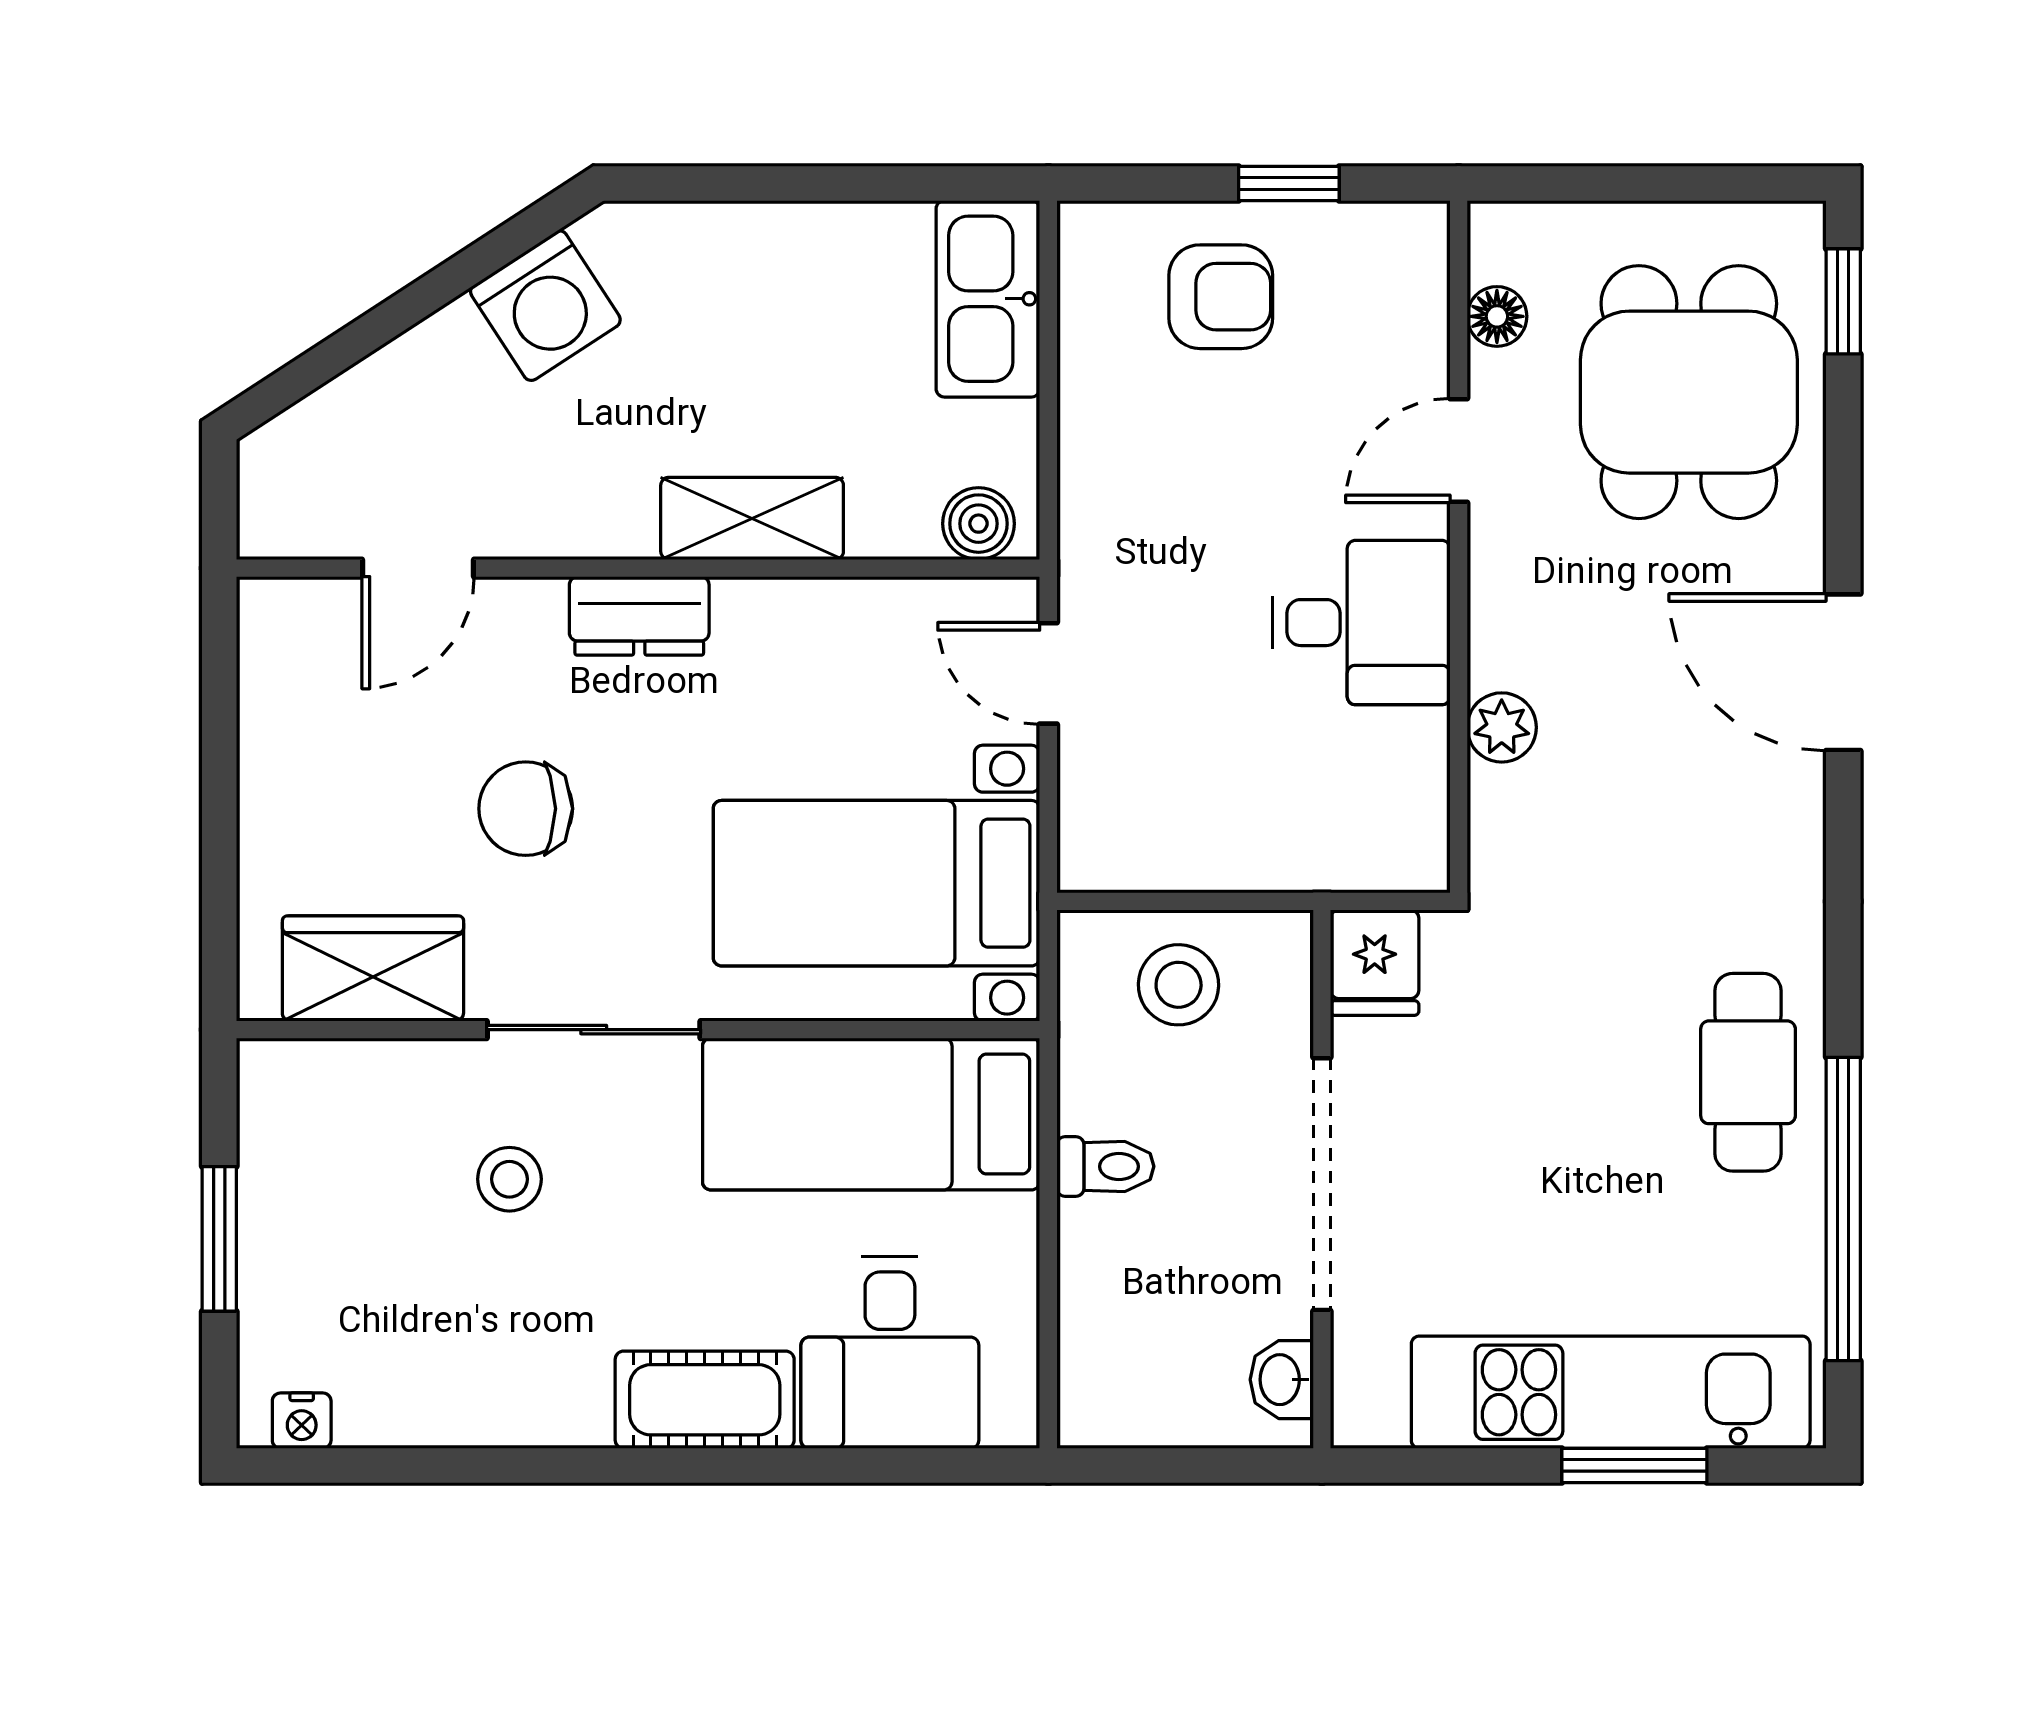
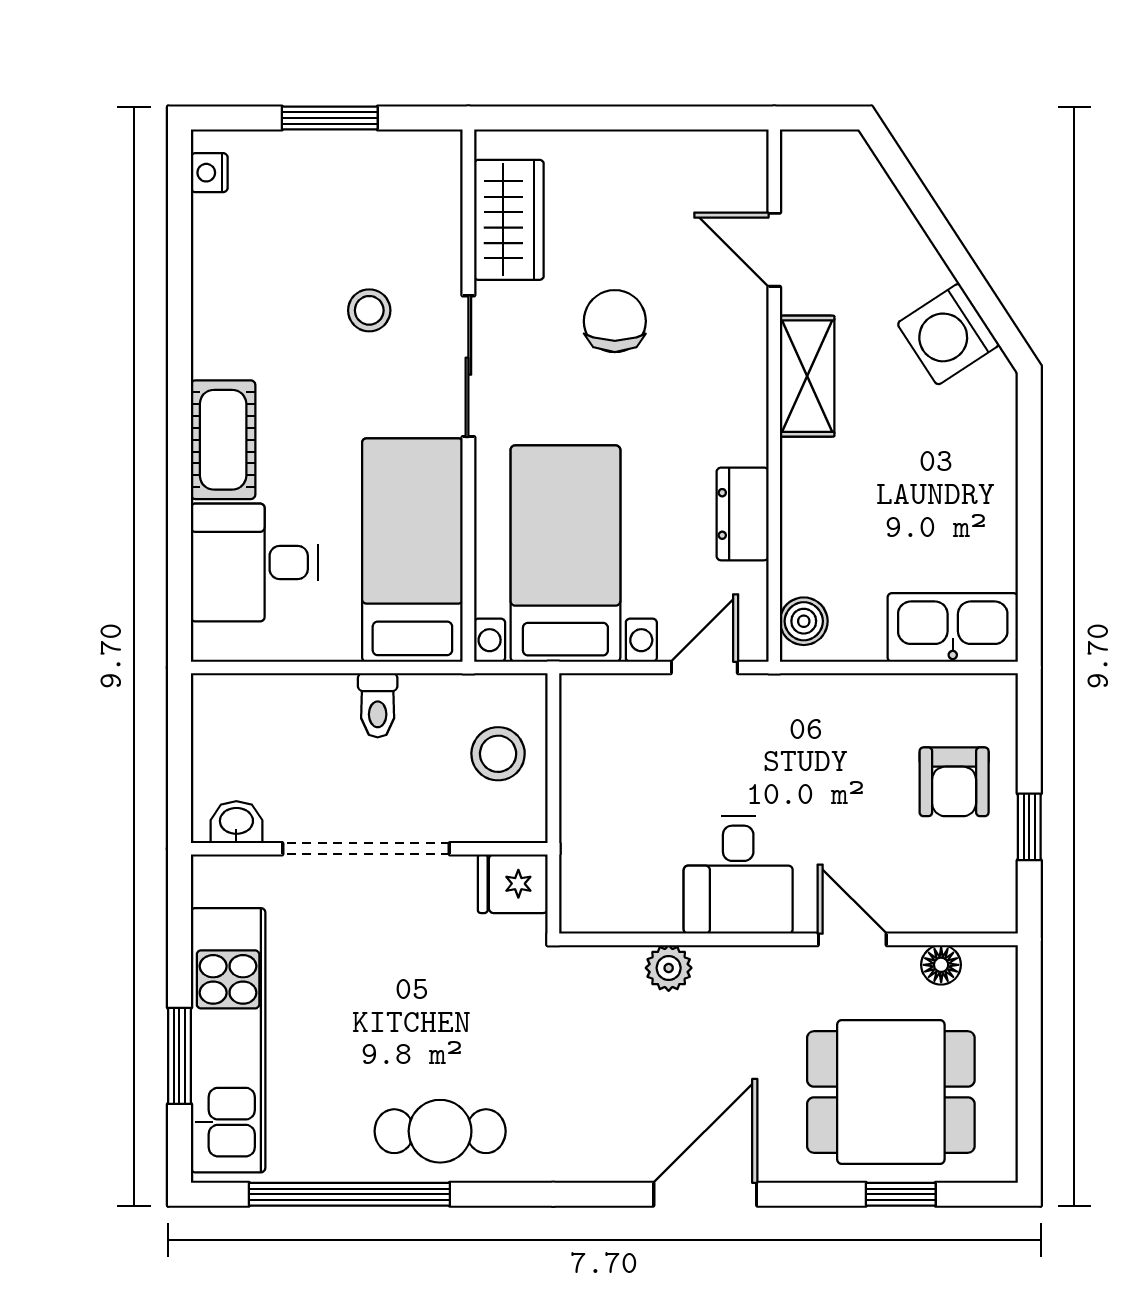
window: (1843, 301) -> (901, 1194), moved
shelving: (752, 518) -> (807, 376), moved
dresser: (639, 616) -> (743, 514), moved

